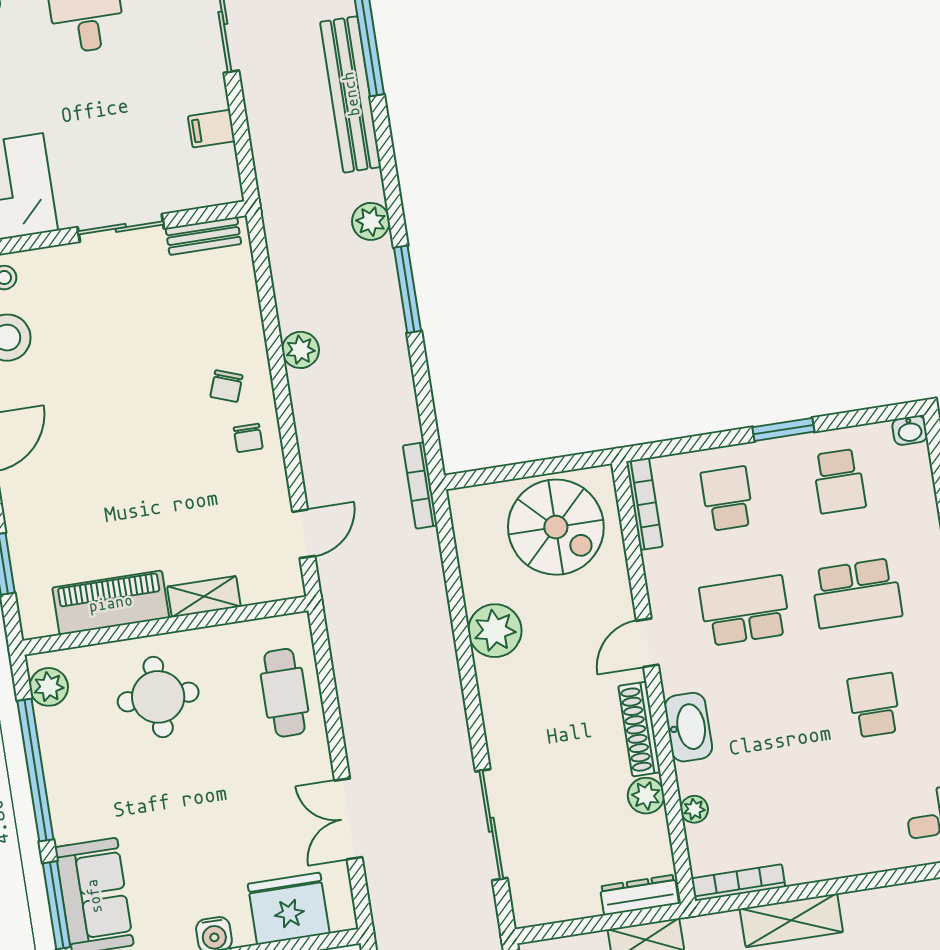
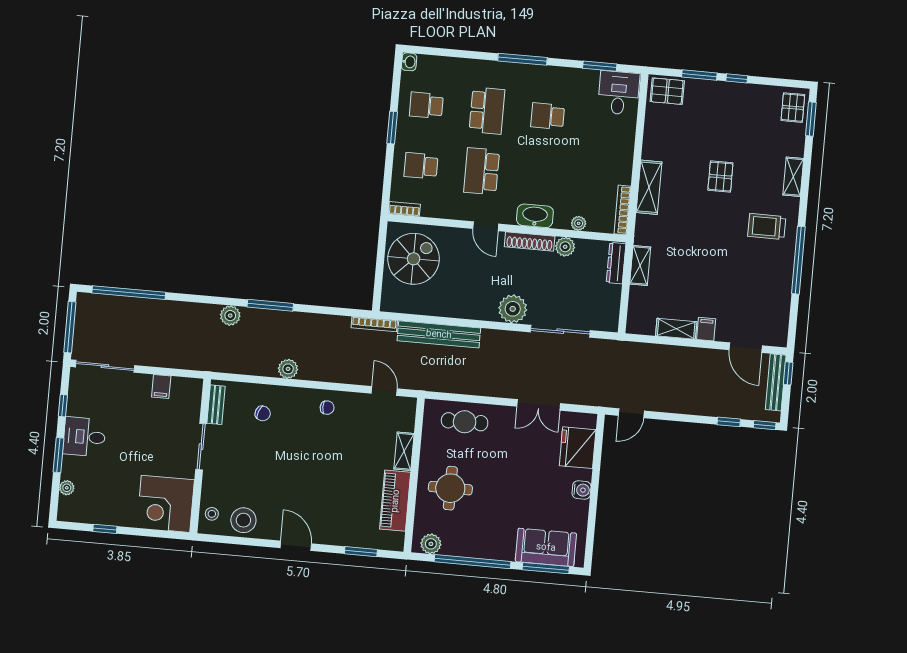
bench: (351, 94) -> (439, 334), moved
chair: (226, 386) -> (263, 413), moved
school desk: (839, 481) -> (426, 105), turned 180
bookcase: (644, 504) -> (404, 209), width x0.64
plant: (495, 631) -> (513, 309), moved

